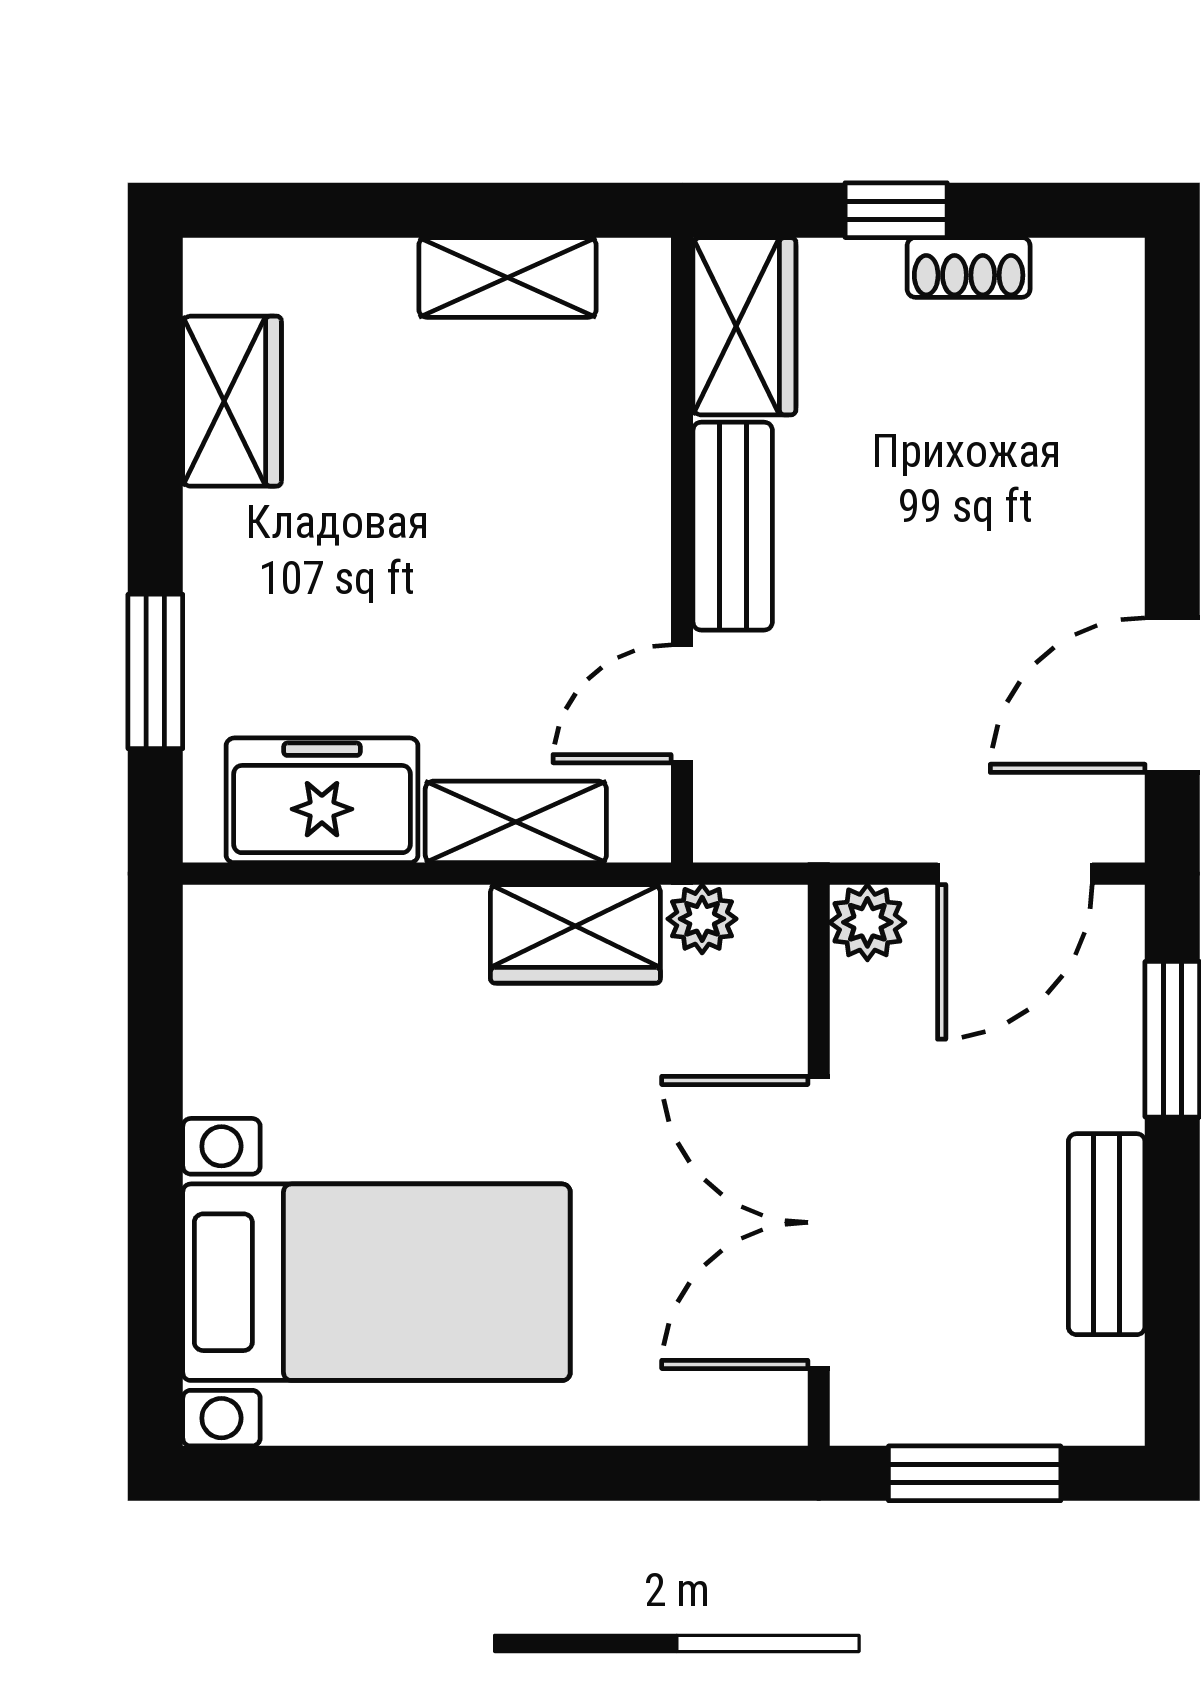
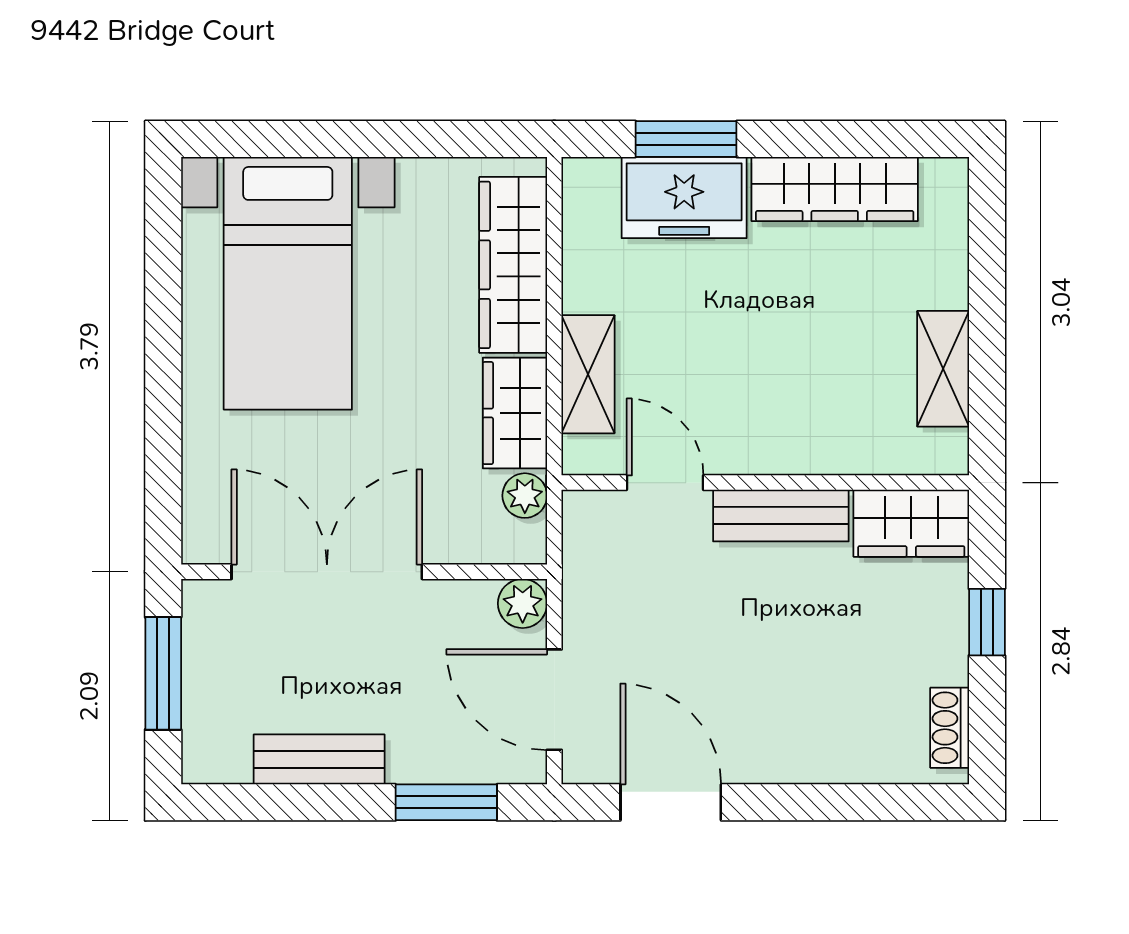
shoe rack: (969, 267) -> (950, 728), moved
wardrobe: (232, 401) -> (835, 189), width x1.50
freezer: (322, 800) -> (684, 198), moved, turned 90
wardrobe: (348, 937) -> (513, 265), added

